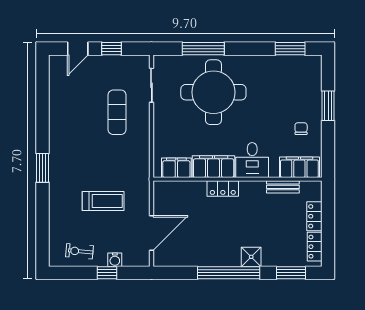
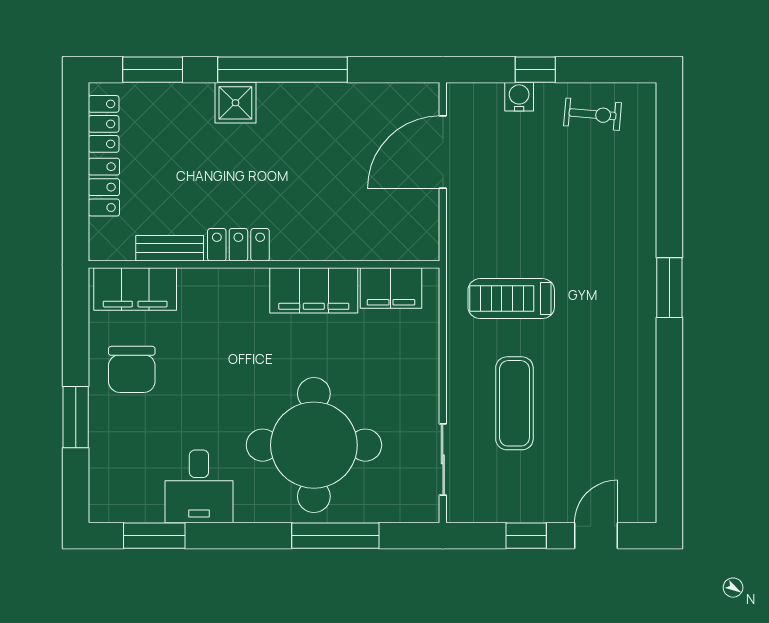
chair: (301, 129) -> (132, 369), width x1.87, depth x1.87
desk: (252, 160) -> (199, 486), moved, turned 180
locker: (223, 189) -> (238, 245), moved
treadmill: (103, 201) -> (511, 299), moved

